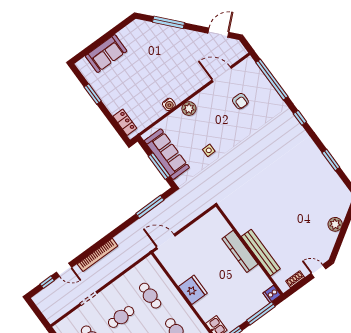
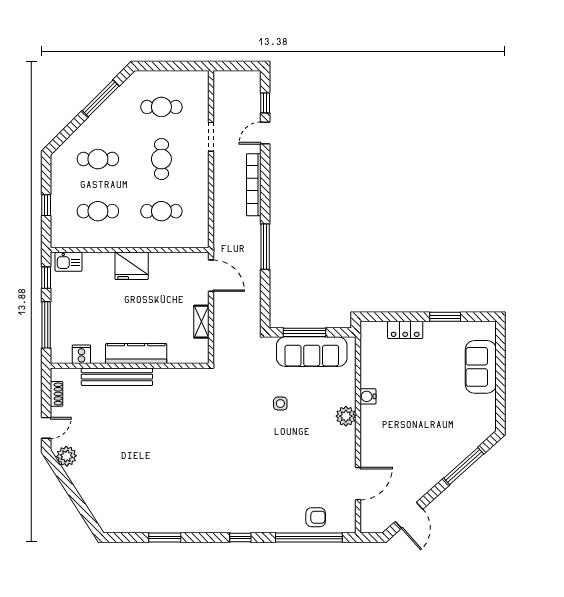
armchair: (240, 101) -> (316, 517), moved, turned 180
locker: (125, 122) -> (405, 330), moved
window: (150, 207) -> (265, 247), moved
plant: (335, 224) -> (66, 456), moved
shelving: (195, 228) -> (201, 322), added
door: (166, 242) -> (211, 276), hinge flipped
cooker: (272, 294) -> (81, 354), moved

